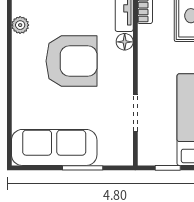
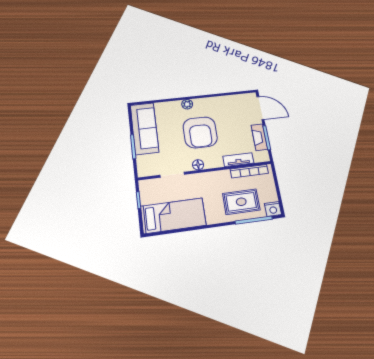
plant: (20, 25) -> (187, 104), moved
floor lamp: (125, 42) -> (198, 165), moved

